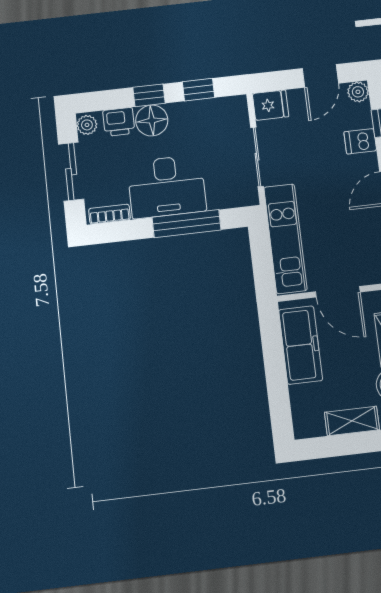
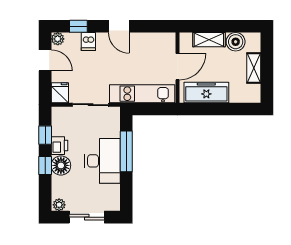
printer: (119, 122) -> (59, 146), moved
bookcase: (110, 214) -> (115, 197), removed

